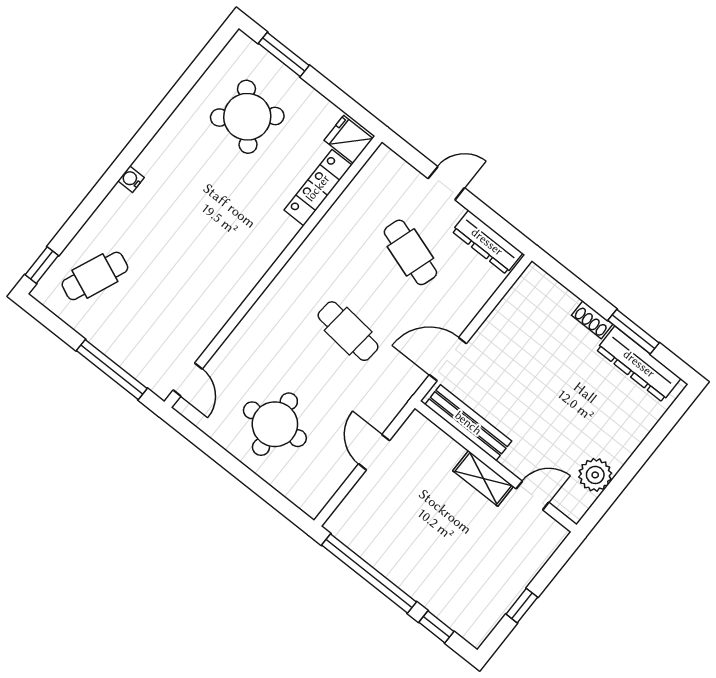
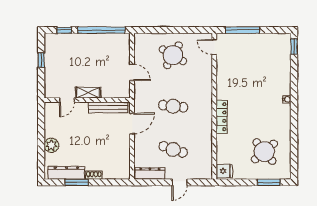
locker: (318, 188) -> (222, 117), moved
cafe table: (95, 276) -> (273, 57), removed
round table: (275, 424) -> (173, 55), turned 37
plant: (595, 475) -> (51, 145), moved

